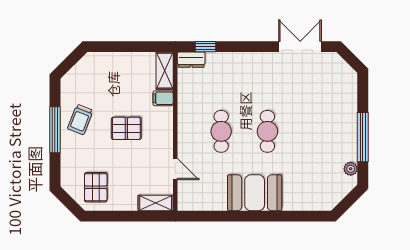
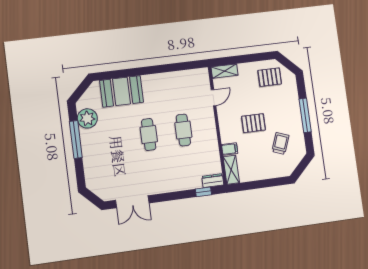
trolley: (80, 119) -> (281, 143), moved
door: (175, 169) -> (214, 98), swing flipped
plant: (351, 169) -> (87, 118), width x1.88, depth x1.88
pallet: (96, 187) -> (270, 77), turned 90
booth: (255, 193) -> (122, 91), moved

